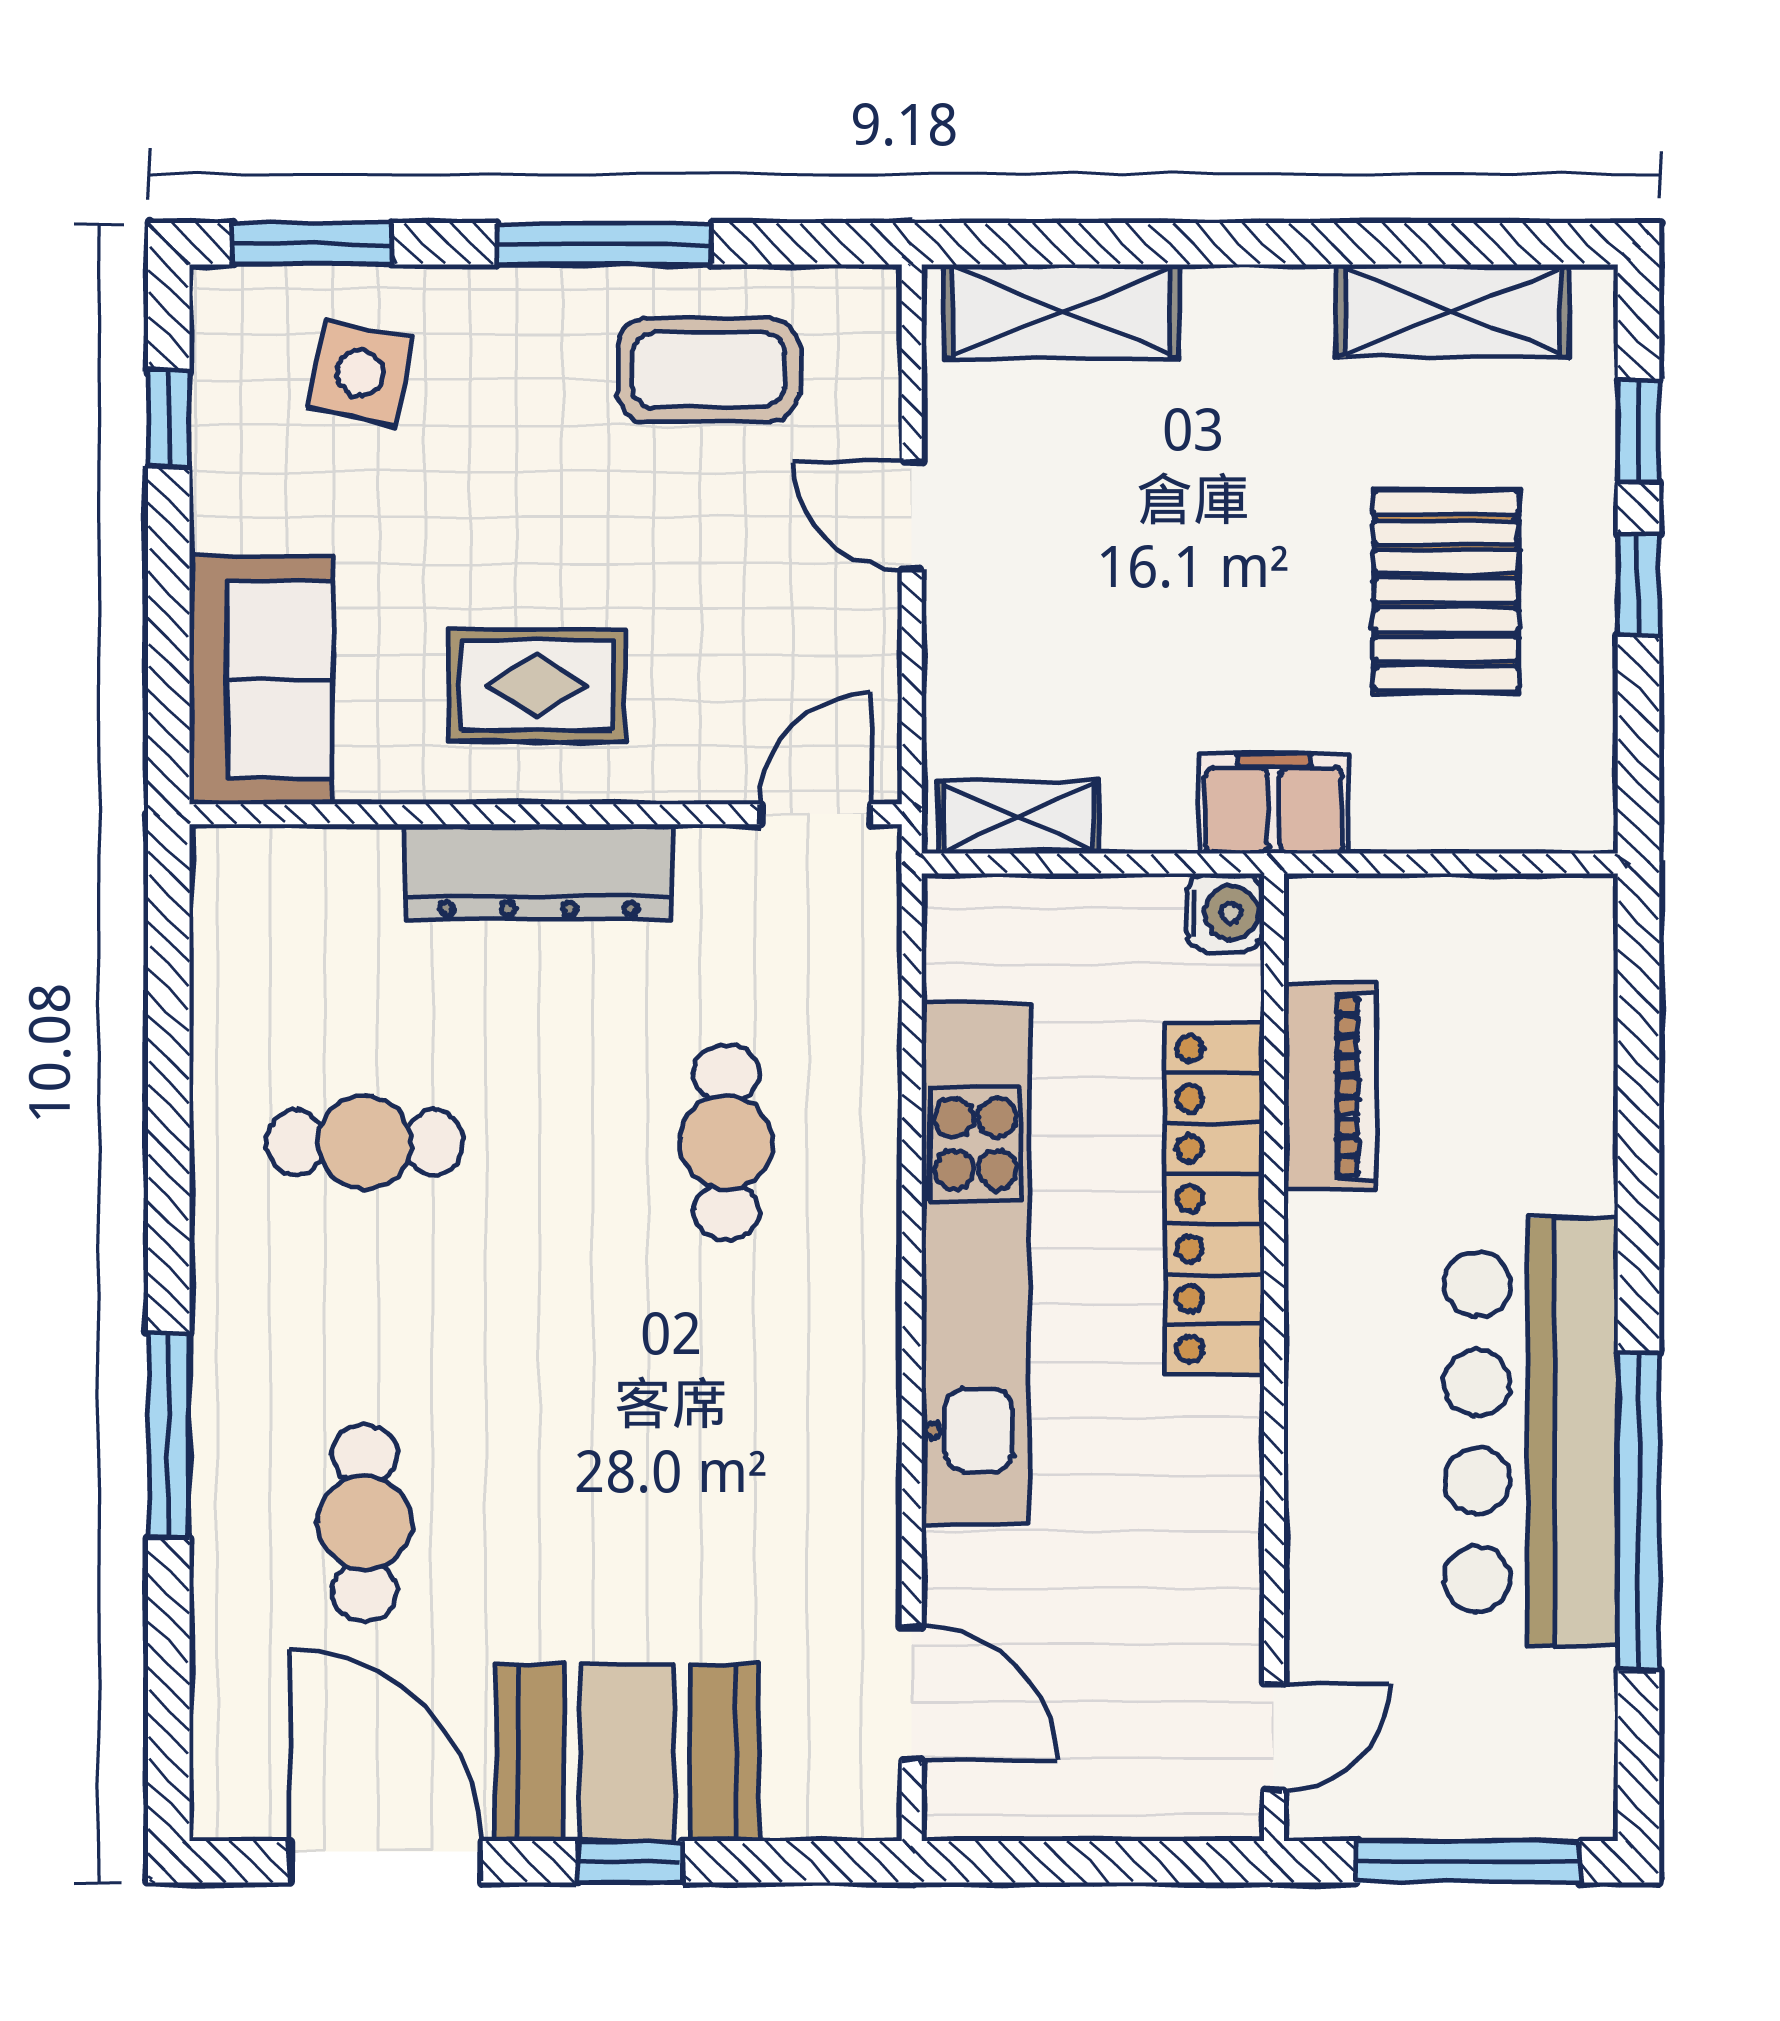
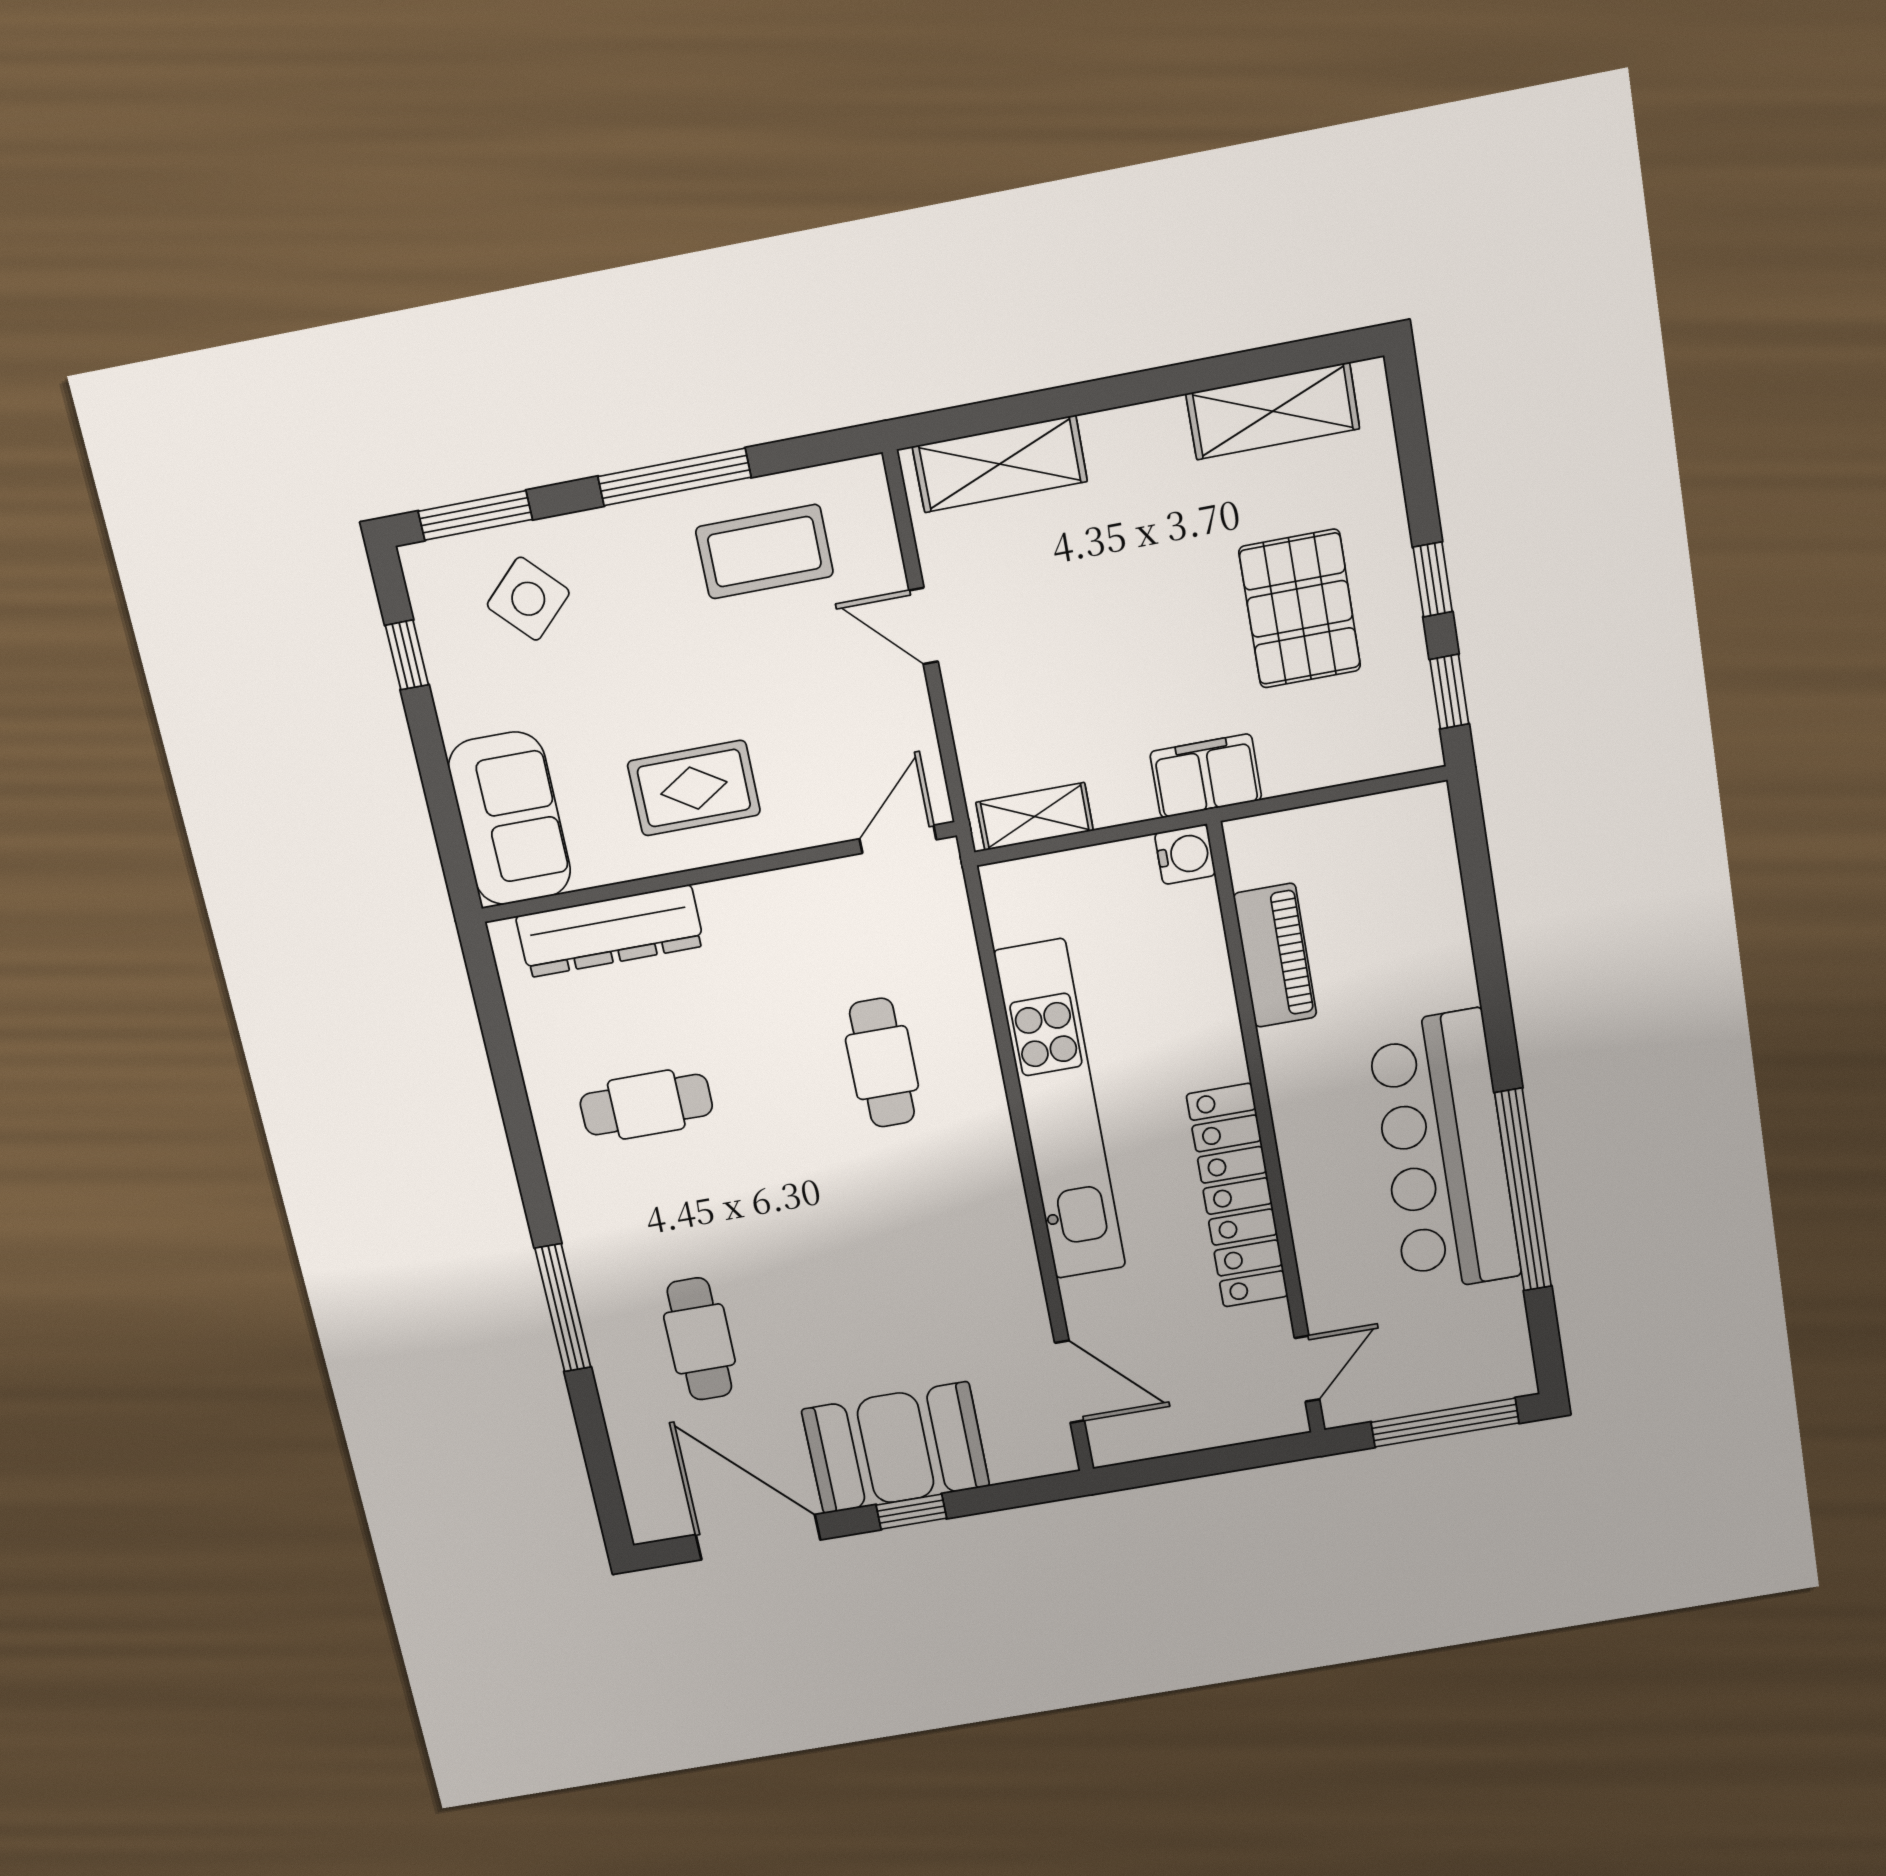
side table: (360, 373) -> (528, 599), turned 34
window: (1638, 431) -> (1449, 692), moved
dresser: (539, 872) -> (610, 931), moved
locker: (1214, 1199) -> (1237, 1196), moved

